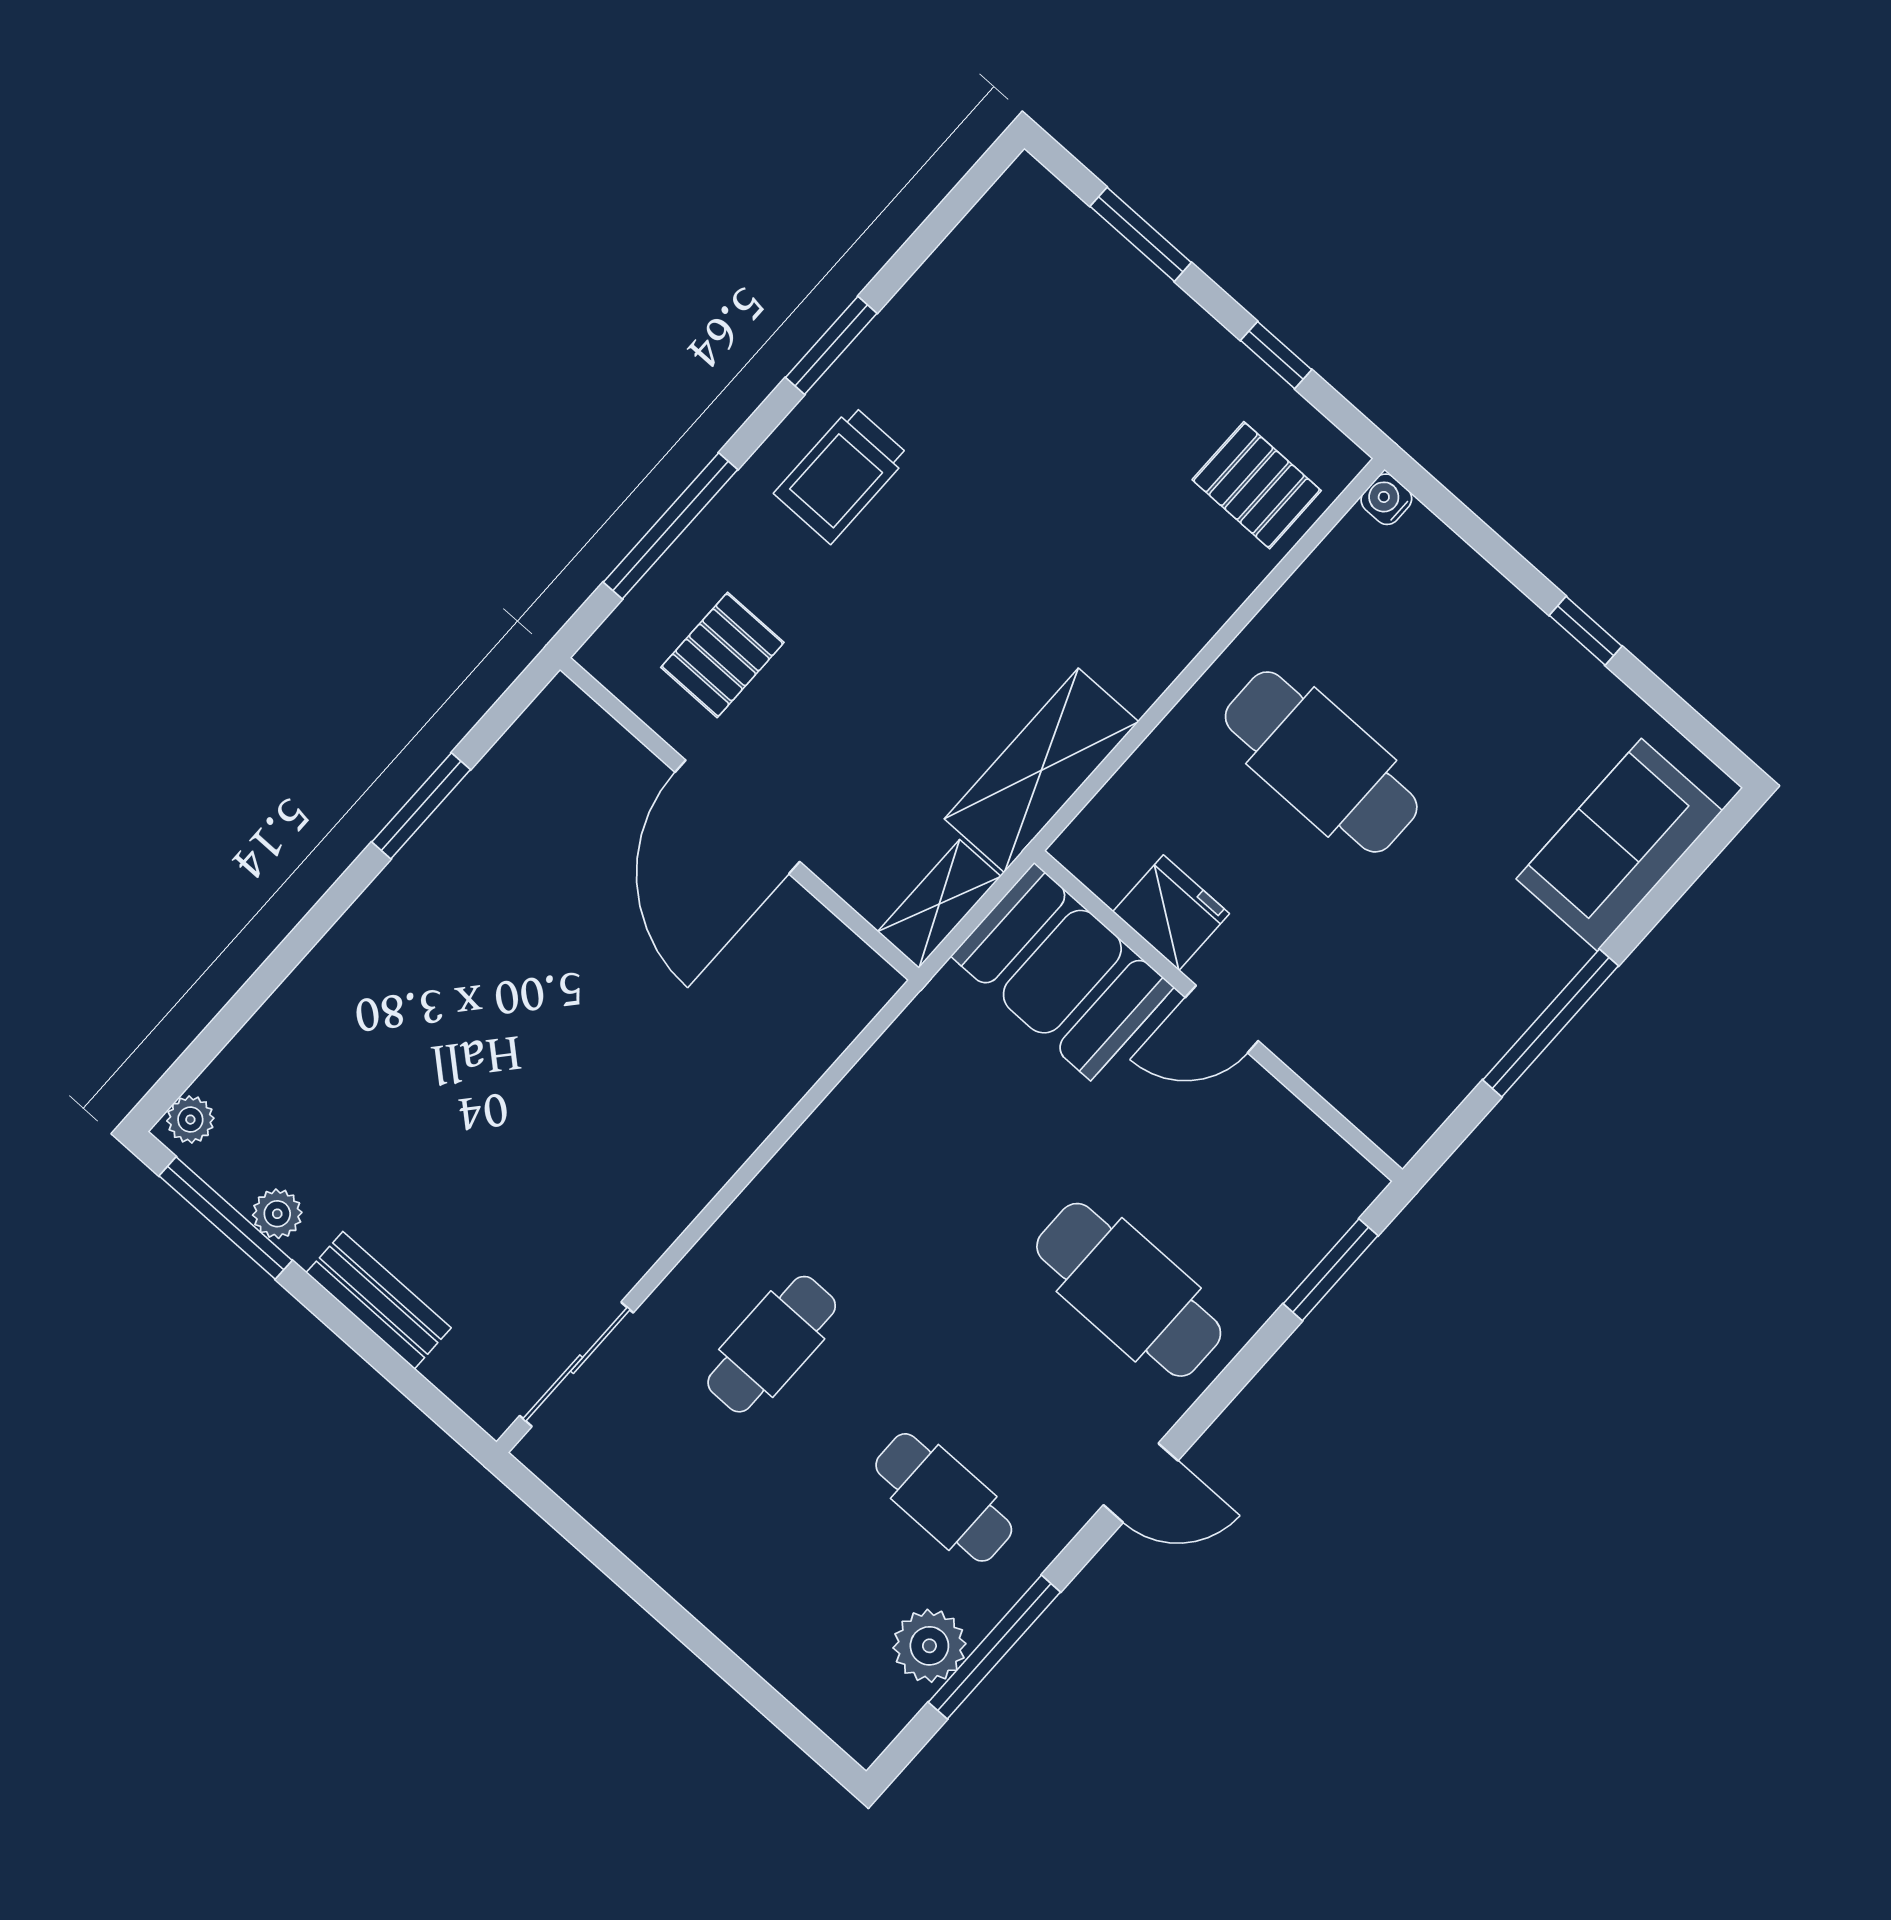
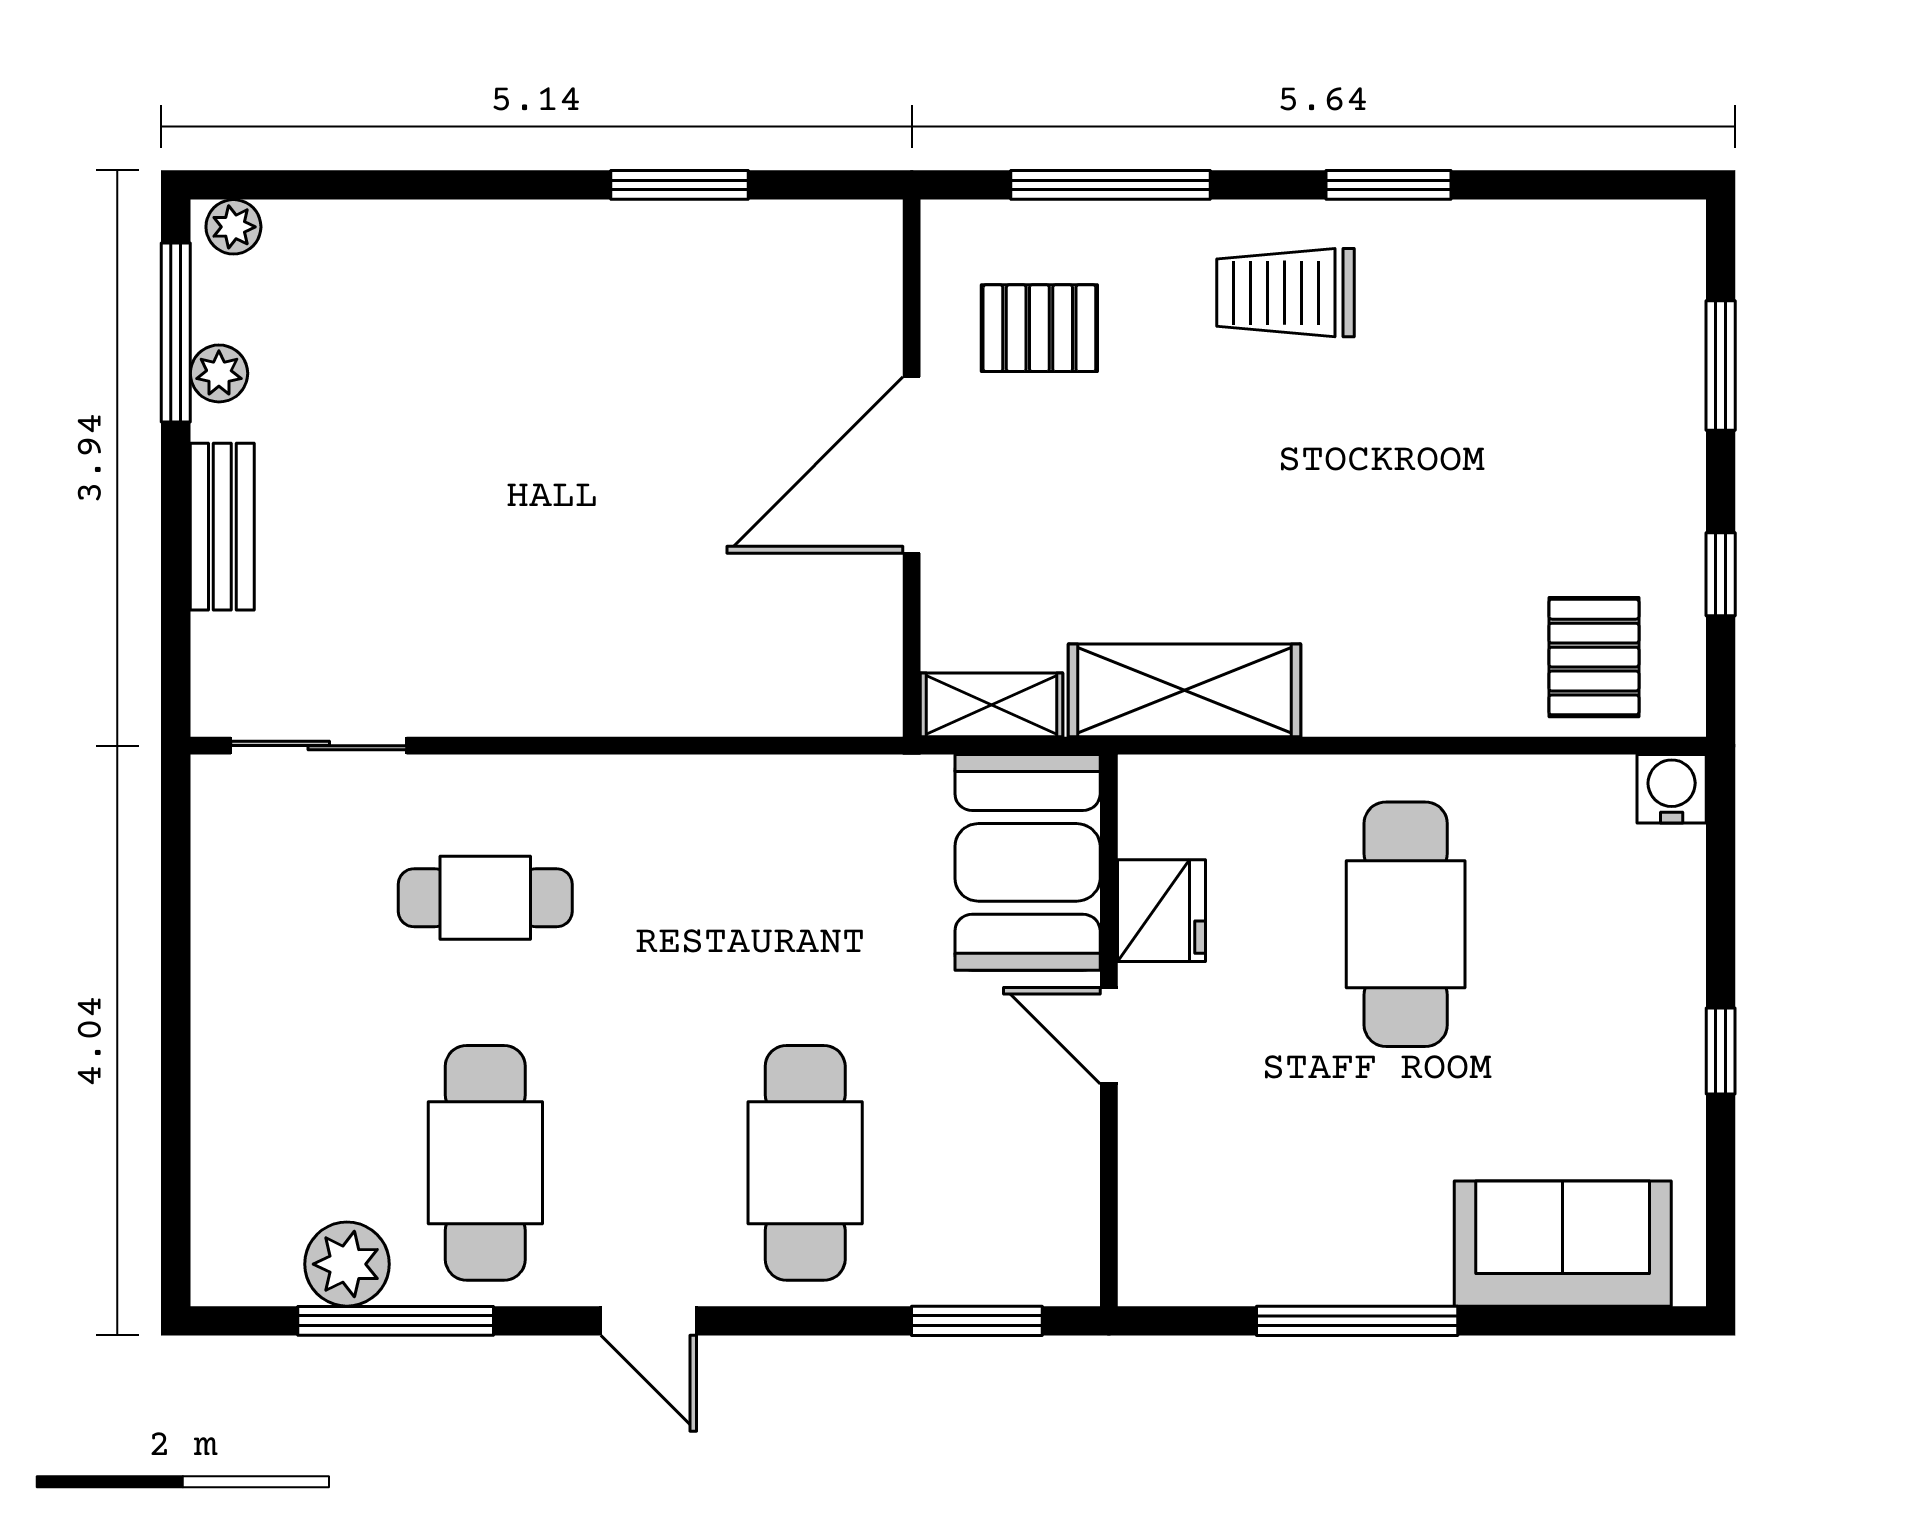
water cooler: (1386, 499) -> (1672, 789), width x1.38, depth x1.38
cafe table: (944, 1497) -> (485, 1163), width x1.37, depth x1.35

